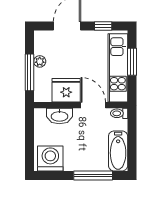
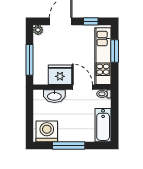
plant: (40, 61) -> (38, 30), moved
window: (93, 175) -> (69, 145), moved

